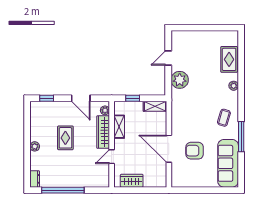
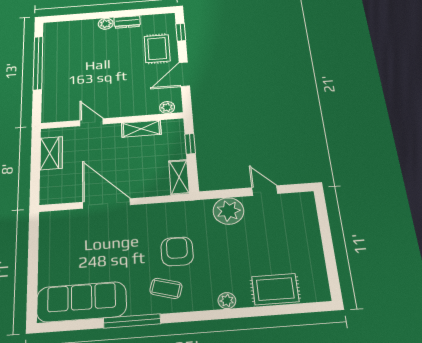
wardrobe: (103, 132) -> (131, 108), removed
rug: (65, 138) -> (157, 49), moved, turned 90
door: (169, 149) -> (106, 203), hinge flipped
armchair: (195, 151) -> (177, 251), moved
dresser: (35, 179) -> (127, 22), moved

